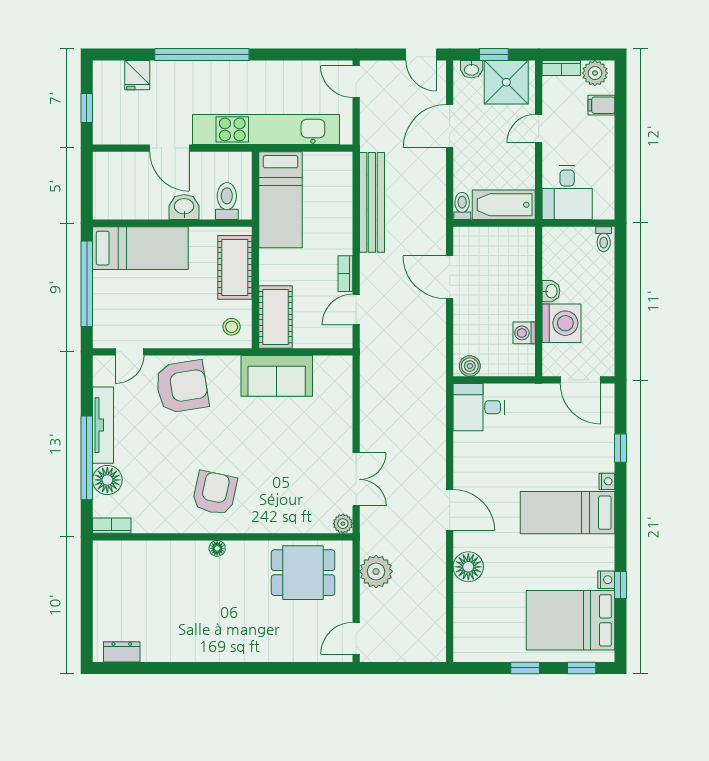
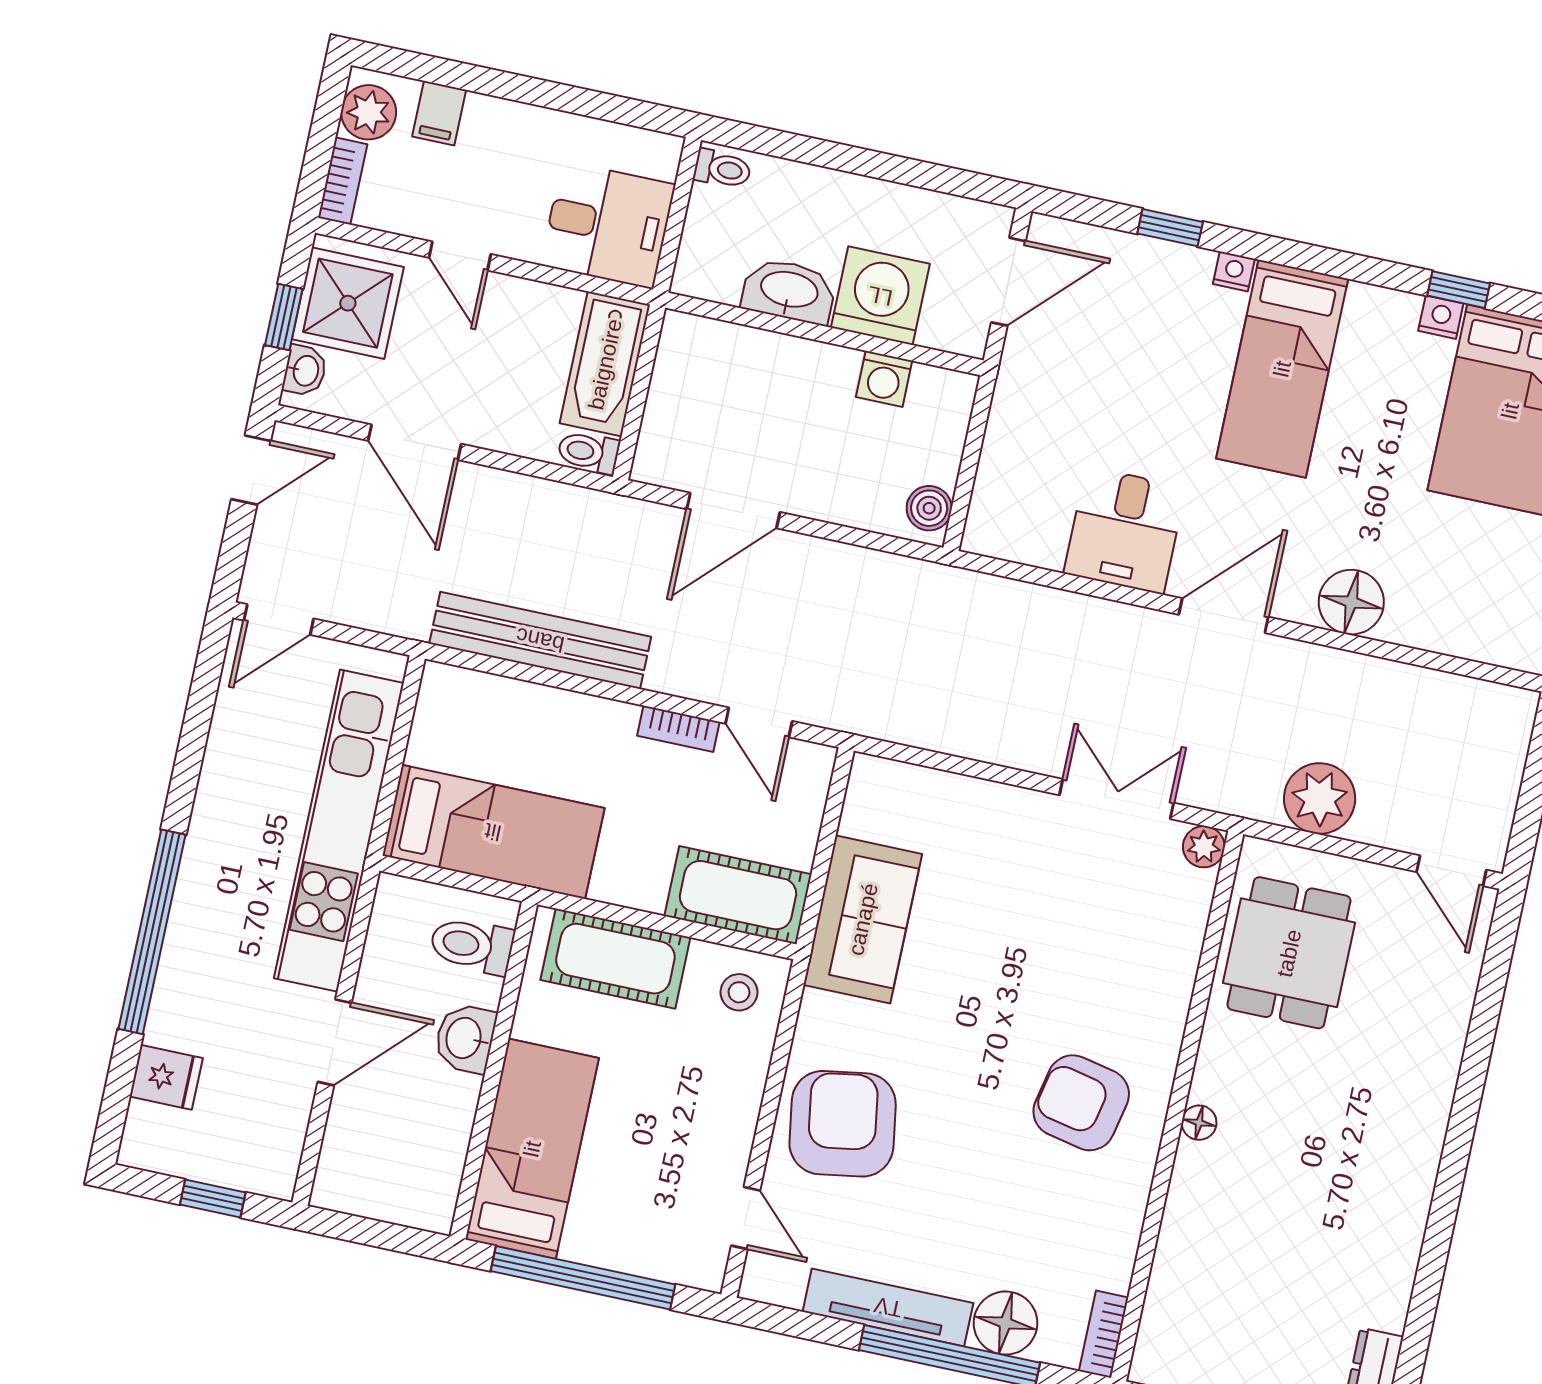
washbasin: (551, 291) -> (789, 291), width x1.91, depth x1.45
desk: (479, 407) -> (1125, 530), moved

